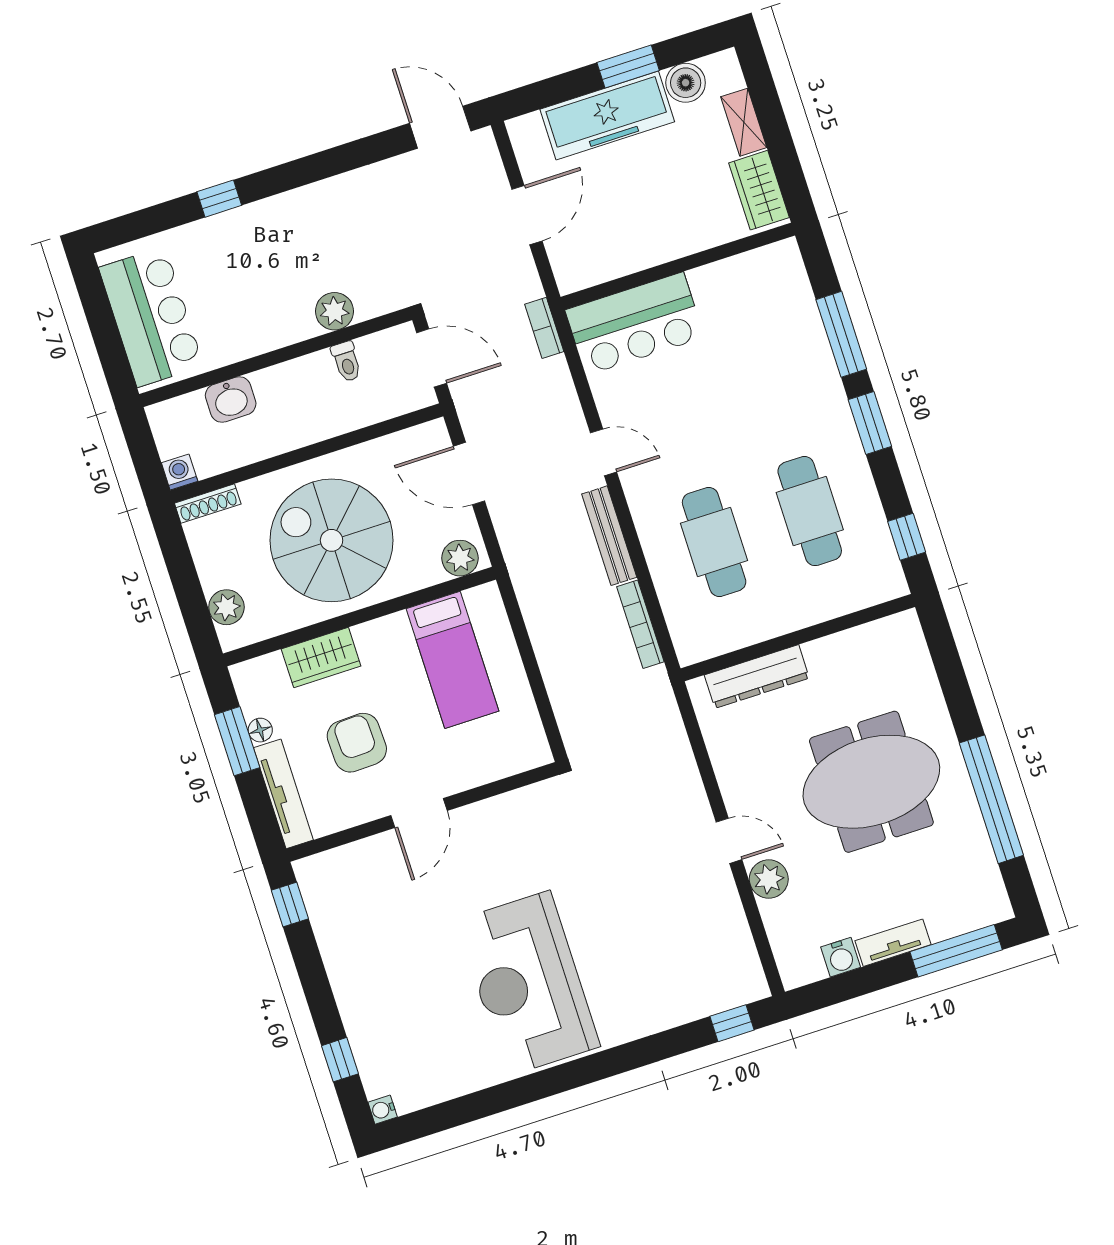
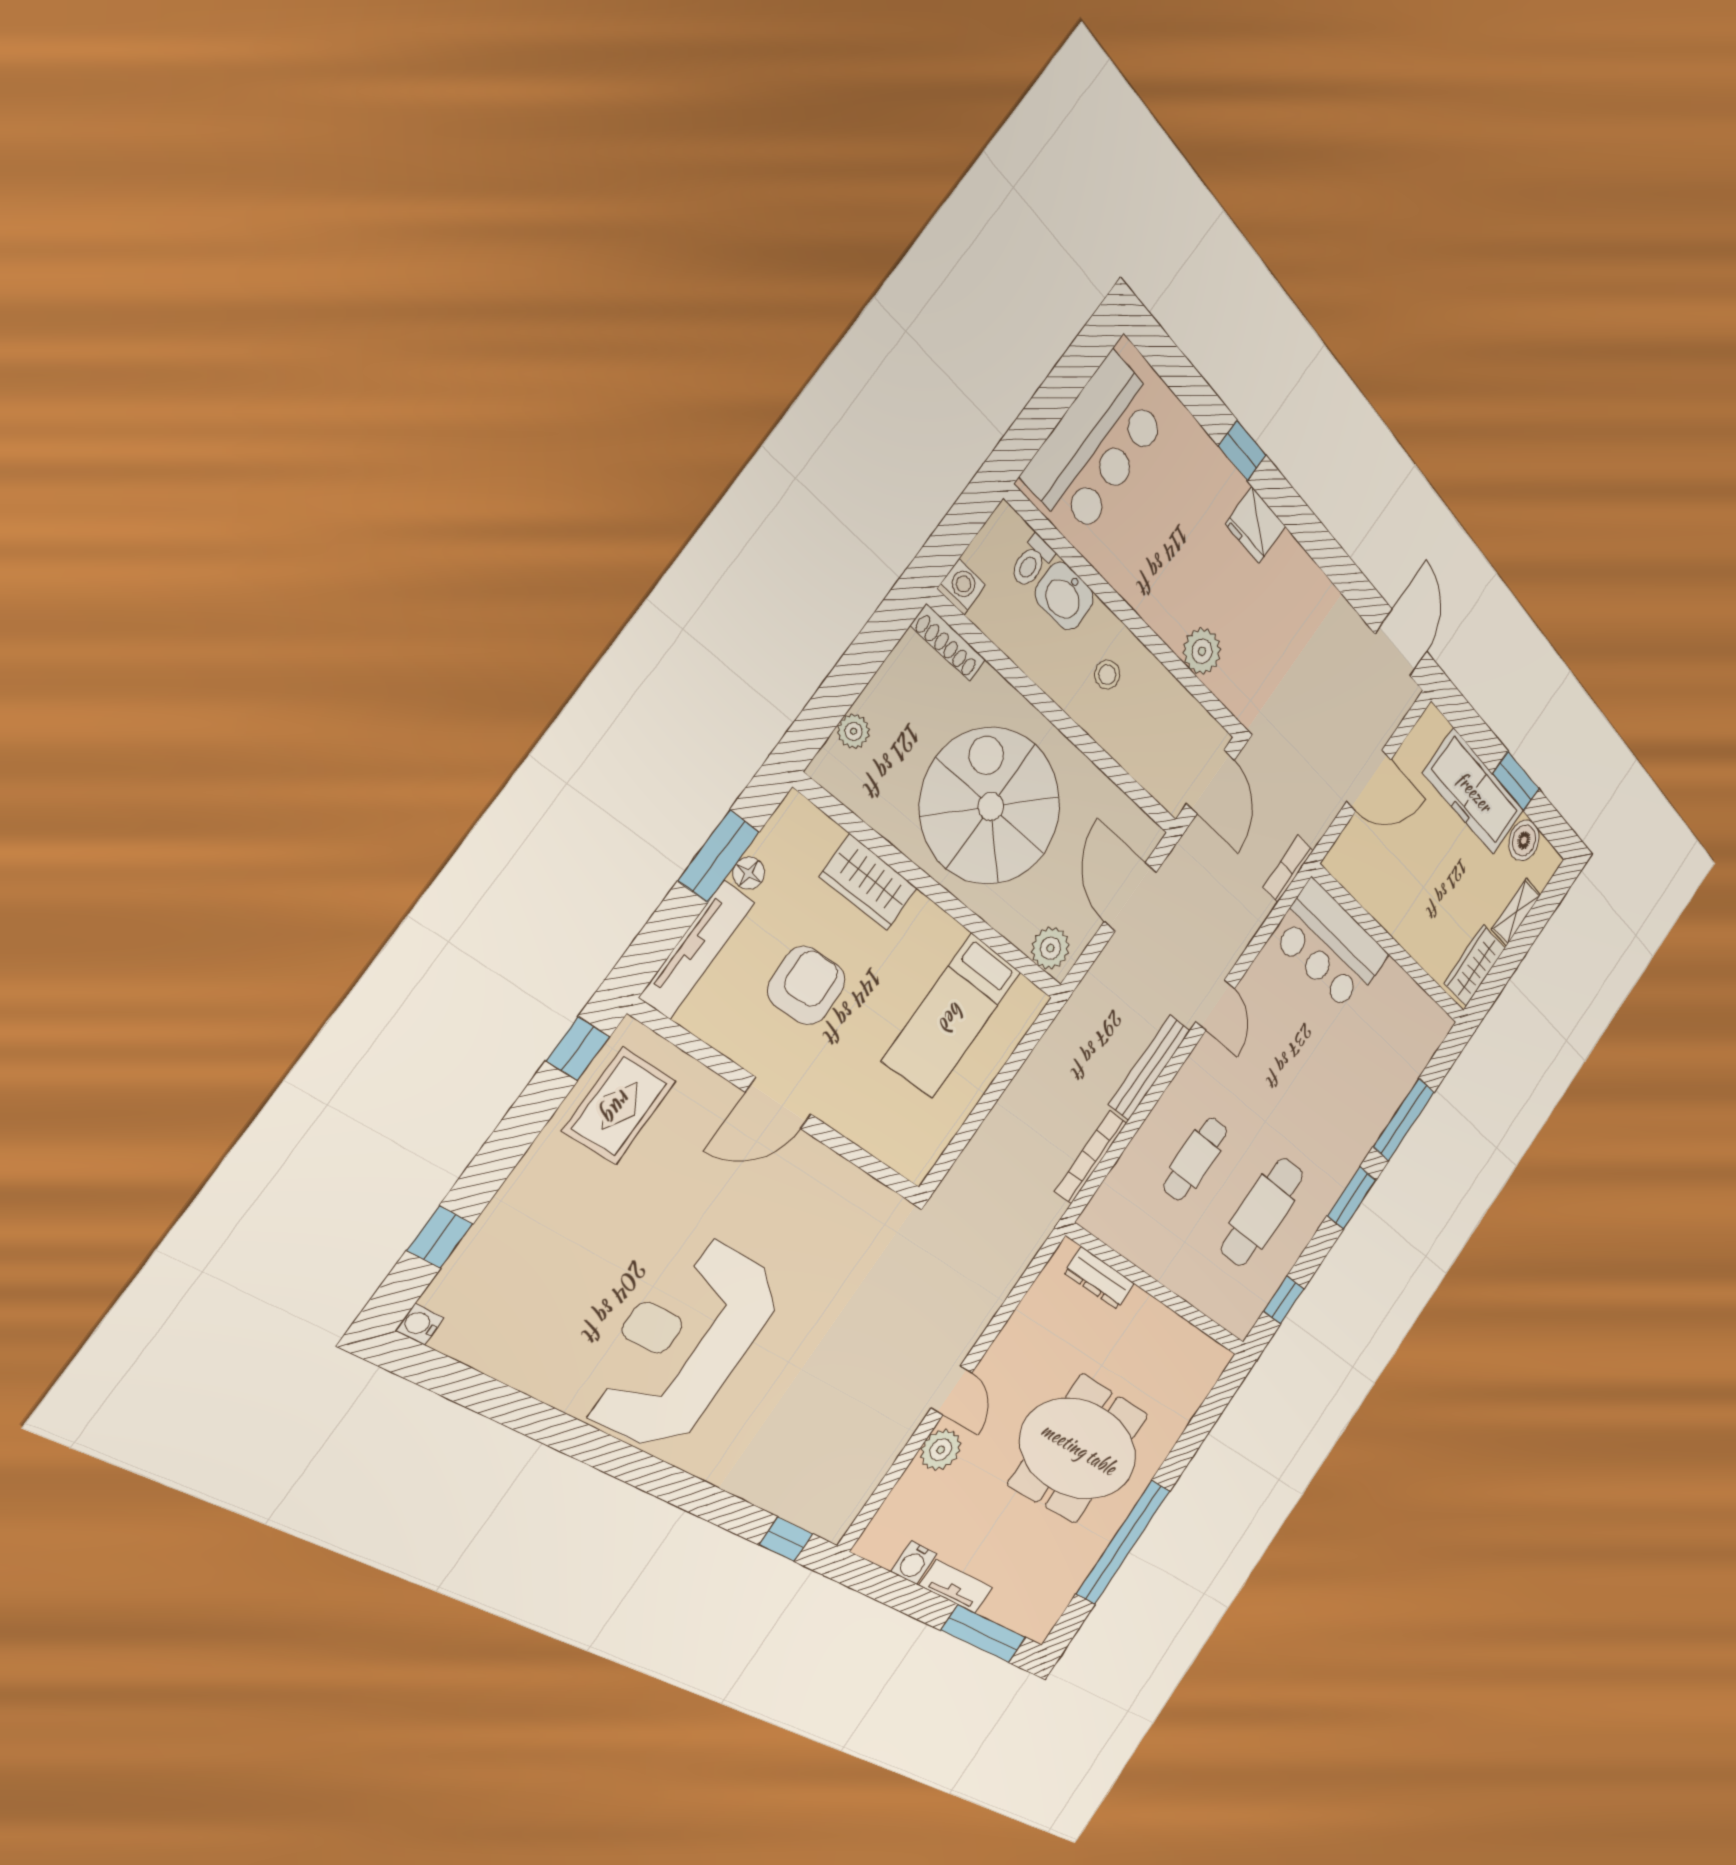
fridge: (275, 215) -> (1255, 525), added
toilet: (346, 362) -> (1032, 562), moved
stool: (302, 398) -> (1107, 675), added
cafe table: (714, 542) -> (1195, 1159), width x0.73, depth x0.74
plant: (226, 607) -> (854, 731), width x0.73, depth x0.73
dresser: (757, 677) -> (1099, 1278), width x0.73, depth x0.80
rug: (343, 907) -> (619, 1106), added

